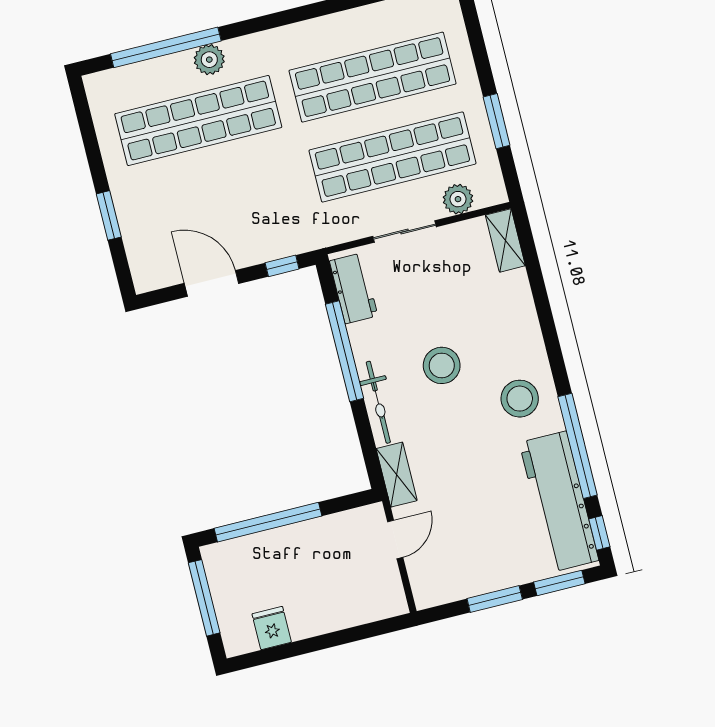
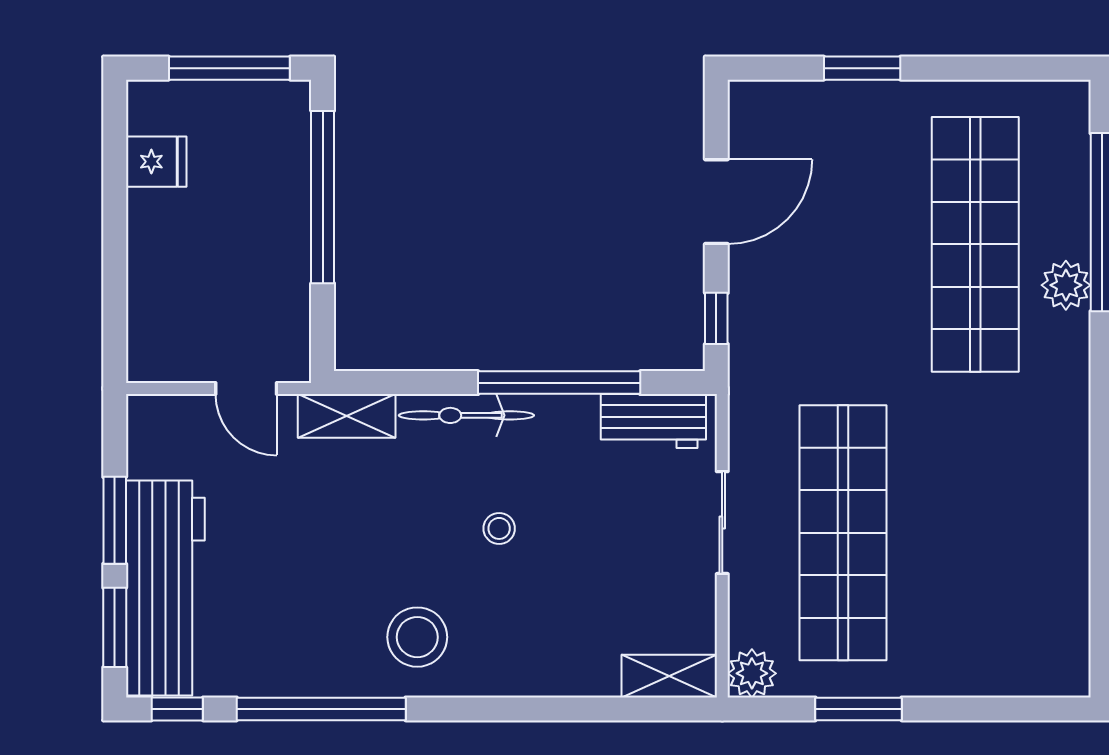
shop shelf: (373, 77) -> (975, 533), removed
plant: (458, 199) -> (752, 673), moved
stool: (442, 365) -> (499, 528), width x0.53, depth x0.53
workbench: (559, 502) -> (165, 588), moved, turned 90

